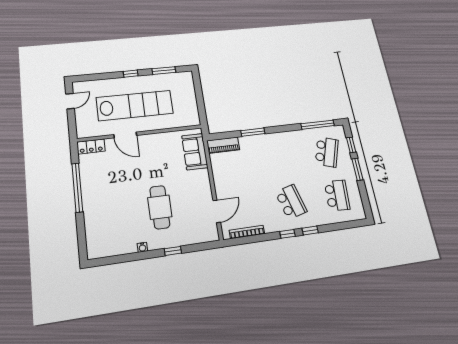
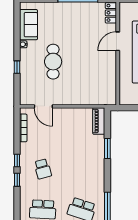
sofa: (195, 152) -> (29, 25), moved, turned 90
school desk: (291, 202) -> (43, 169), width x0.54
cafe table: (160, 207) -> (53, 62), turned 90

